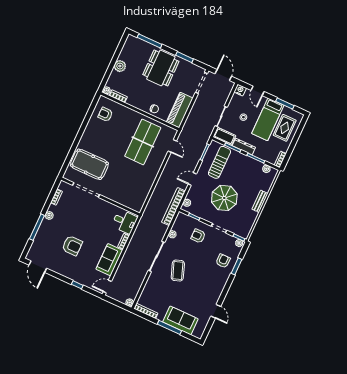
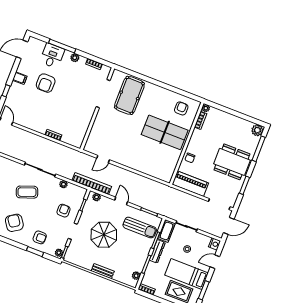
plant: (120, 66) -> (257, 130), moved
table tennis table: (143, 142) -> (165, 132), moved
door: (172, 146) -> (103, 159), moved
desk: (124, 222) -> (52, 56), moved, turned 180
sofa: (109, 260) -> (34, 122), removed
filing cabinet: (66, 271) -> (20, 78), added
armchair: (207, 285) -> (14, 223), added

